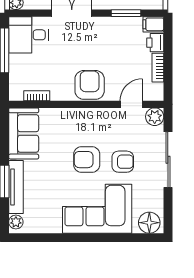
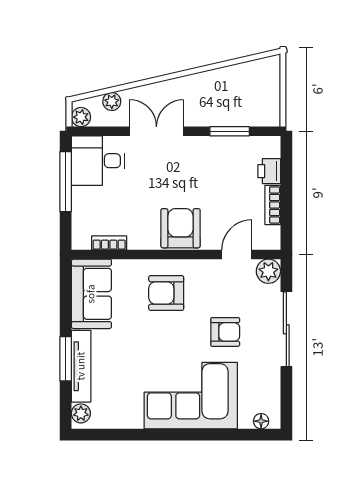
filing cabinet: (153, 24) -> (267, 146), removed
armchair: (87, 160) -> (166, 293), moved
floor lamp: (149, 223) -> (261, 421), width x0.53, depth x0.53

